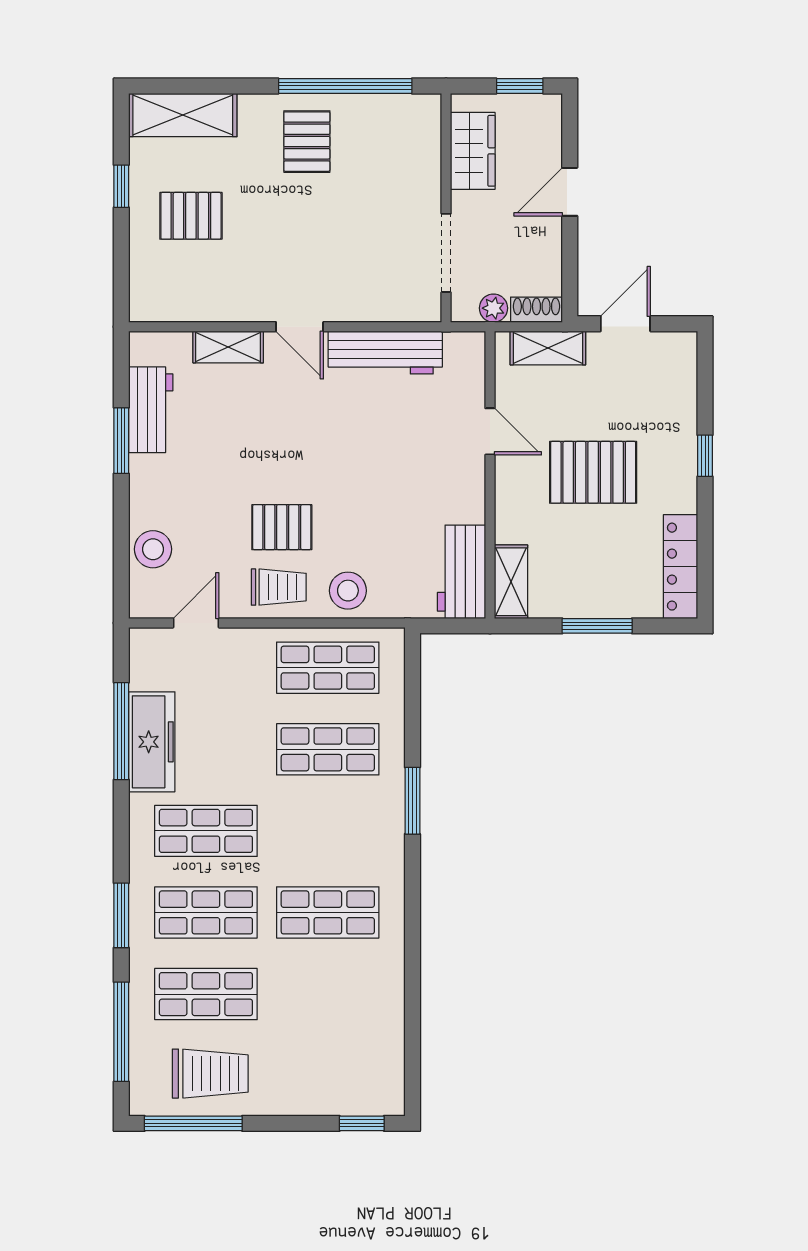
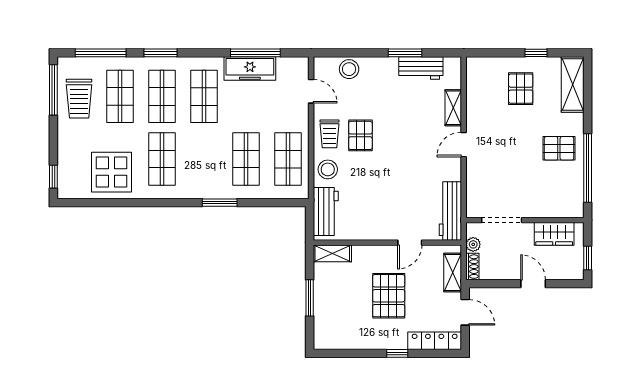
workbench: (385, 352) -> (450, 211), moved
locker: (681, 567) -> (435, 341), moved
workbench: (461, 572) -> (326, 211), moved, turned 90
display table: (353, 1011) -> (111, 172), added

